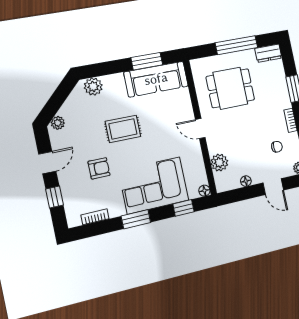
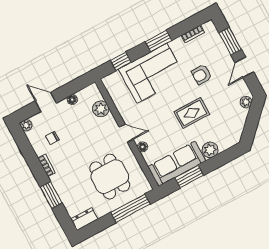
window: (237, 45) -> (131, 208), moved
plant: (93, 87) -> (210, 150), moved
dining table: (230, 88) -> (110, 177), turned 90
floor lamp: (204, 191) -> (143, 147), moved
window: (54, 197) -> (230, 41), width x1.50

